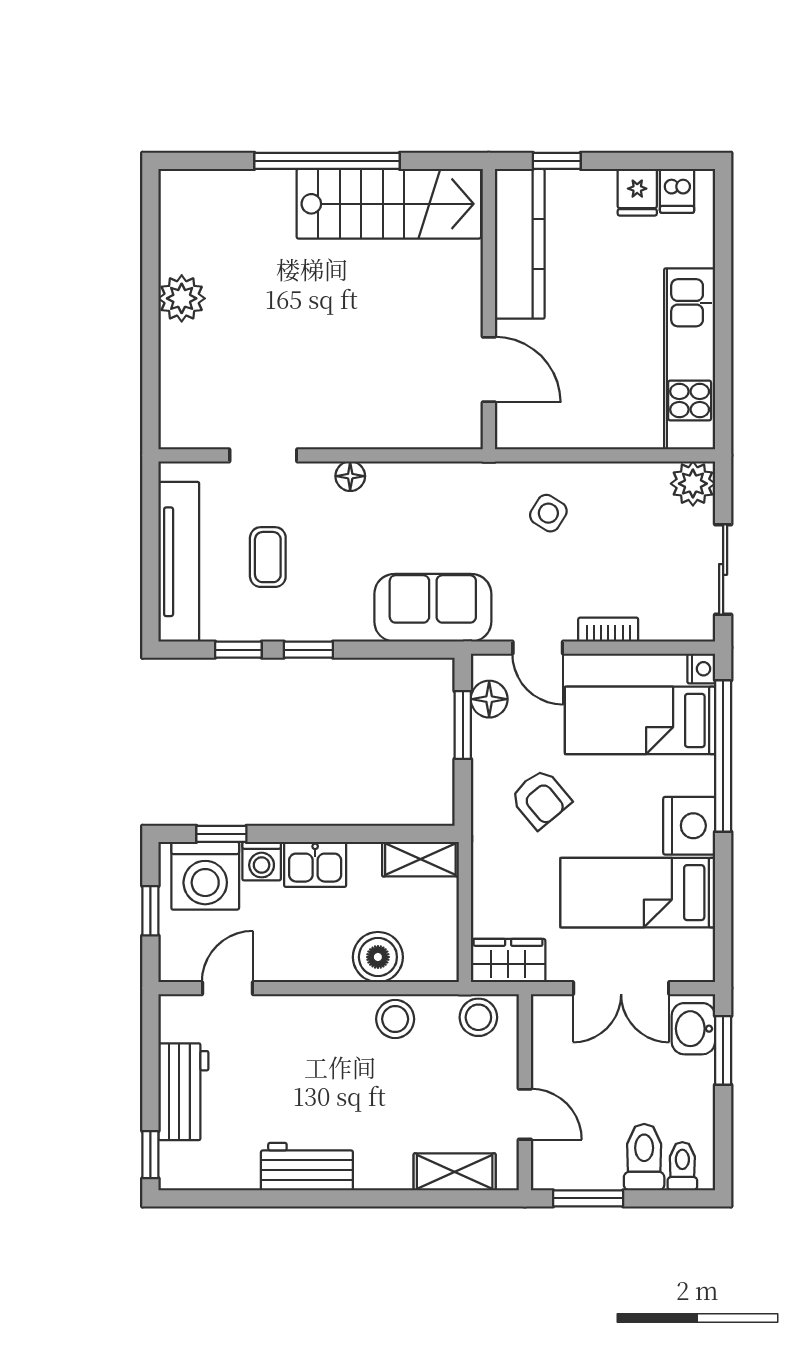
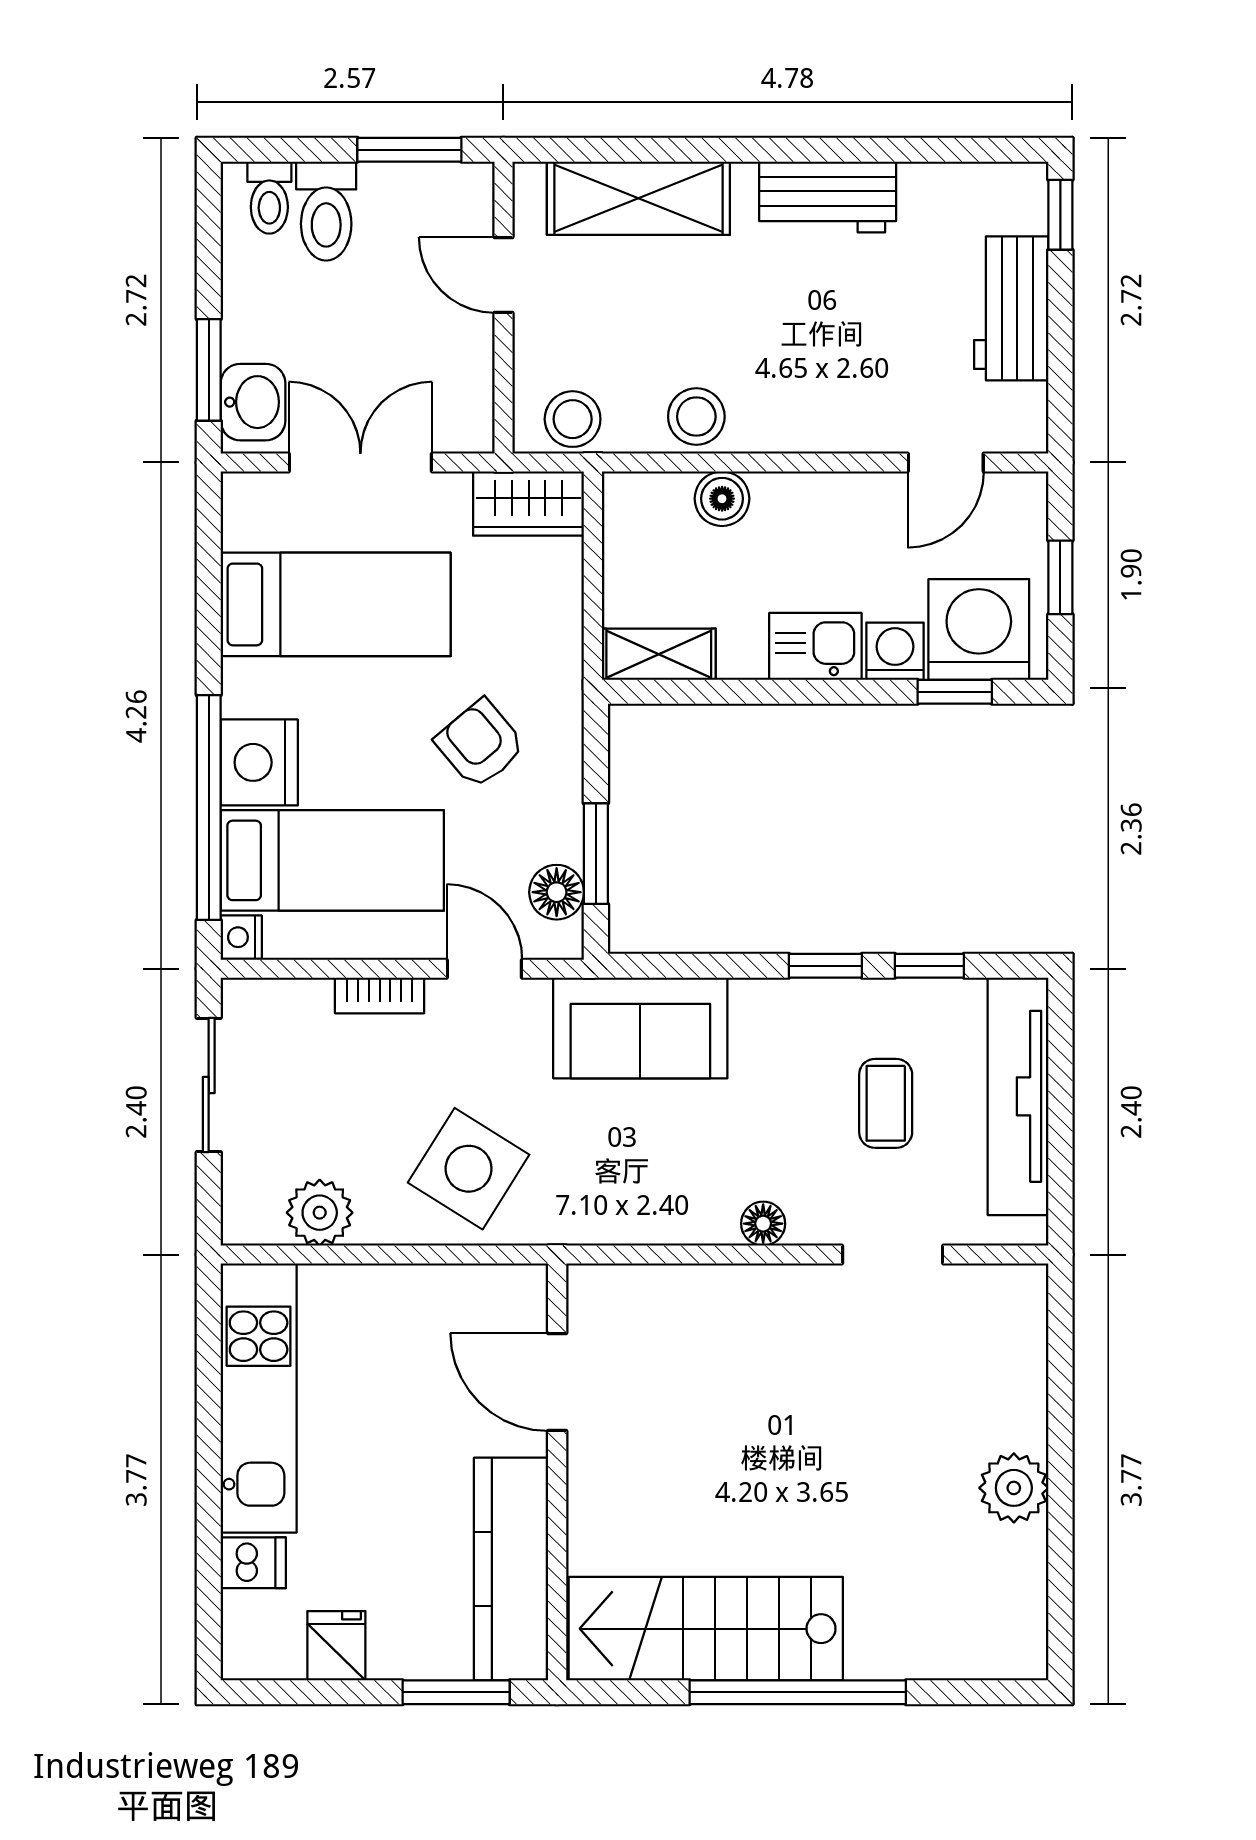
window: (557, 161) -> (456, 1692), width x1.50
dishwasher: (677, 191) -> (253, 1563), moved, turned 90
plant: (693, 484) -> (320, 1213), moved
side table: (548, 513) -> (469, 1169), width x1.87, depth x1.87
nightstand: (689, 826) -> (259, 762), moved
boiler: (378, 957) -> (722, 499), width x0.73, depth x0.73
shelving: (455, 1172) -> (638, 198), width x1.50, depth x1.33

